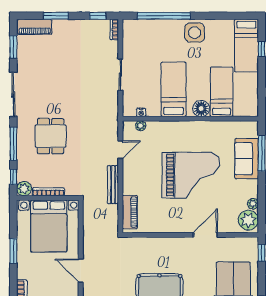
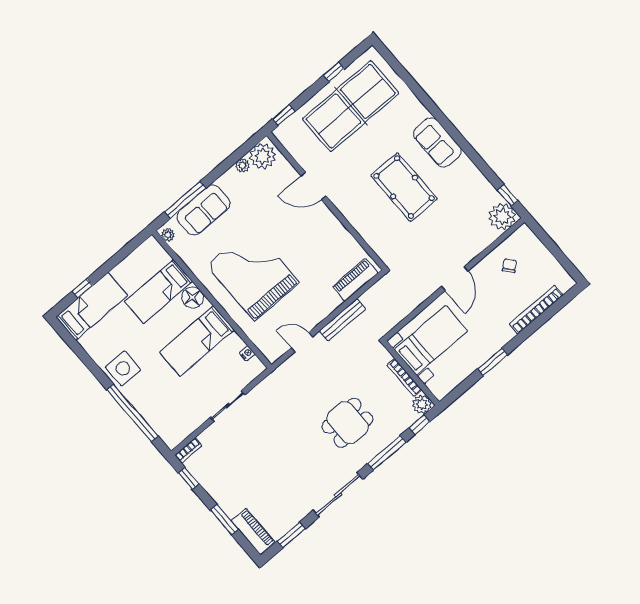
plant: (141, 126) -> (168, 235), moved
grand piano: (191, 175) -> (253, 274), moved
bed with nightstands: (49, 226) -> (431, 340), width x0.73

